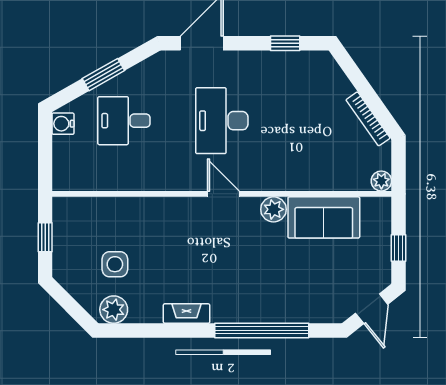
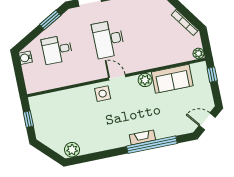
window: (103, 75) -> (50, 20), moved
window: (399, 248) -> (212, 75), moved
side table: (115, 264) -> (103, 94), moved
door: (372, 309) -> (207, 121), swing flipped
fireplace: (187, 314) -> (142, 137), moved

